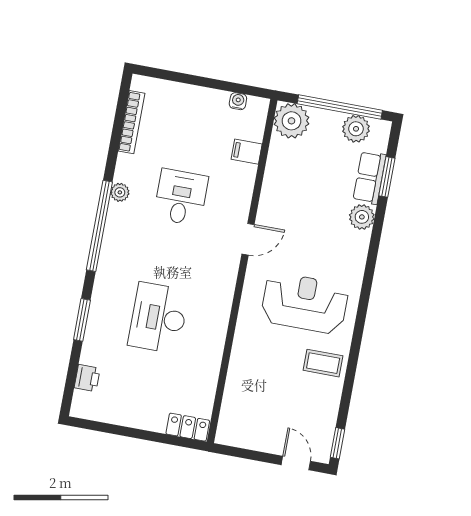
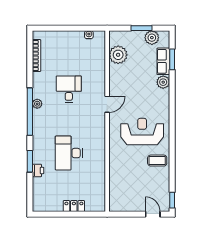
window: (340, 107) -> (142, 28), width x0.47
plant: (291, 121) -> (118, 55), moved
filing cabinet: (247, 152) -> (98, 60), removed
plant: (120, 192) -> (37, 104), moved
printer: (87, 378) -> (38, 170), moved
locker: (188, 427) -> (74, 206), moved

